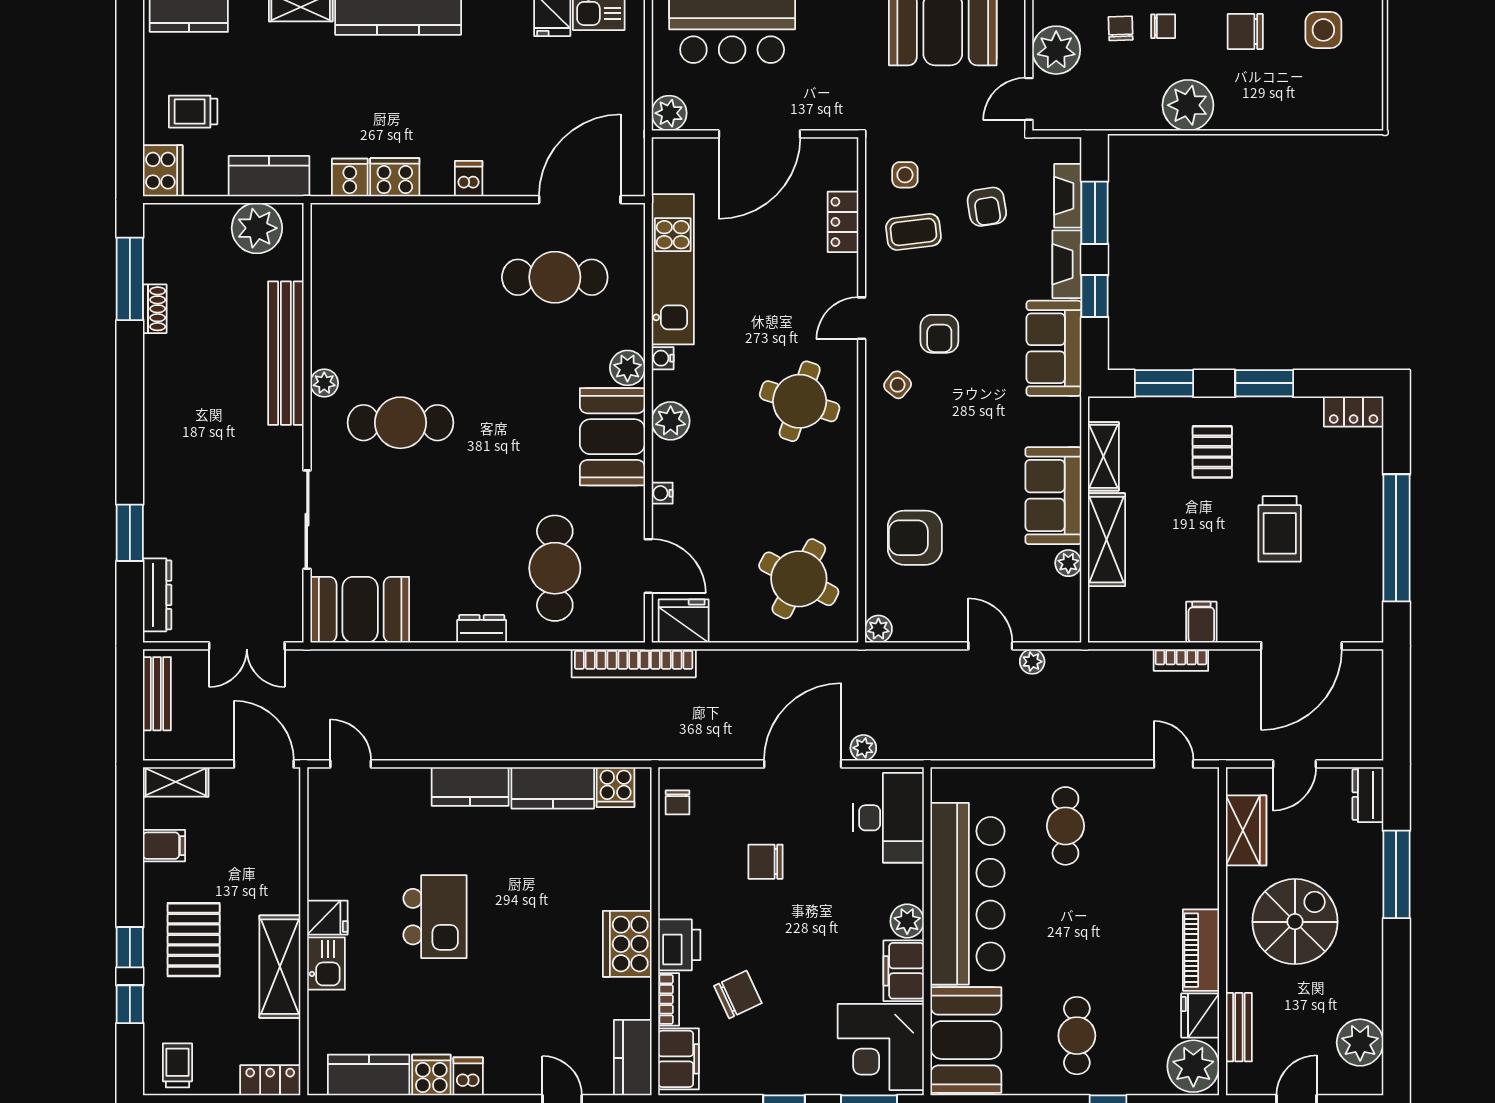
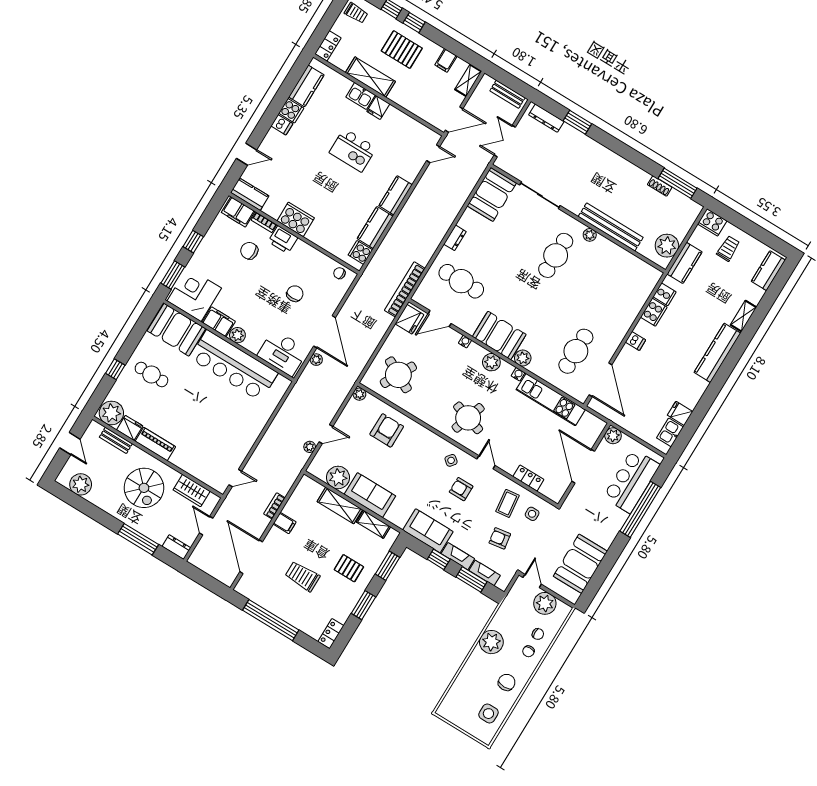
plant: (1068, 563) -> (338, 477), width x1.87, depth x1.87
cafe table: (1065, 826) -> (237, 420), removed
chair: (738, 994) -> (249, 251), turned 115

